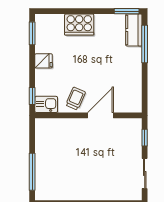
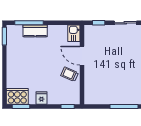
cooker: (79, 25) -> (17, 96), moved, turned -90
kitchen counter: (134, 30) -> (35, 31), moved
kitchen sink: (46, 104) -> (74, 33), moved

